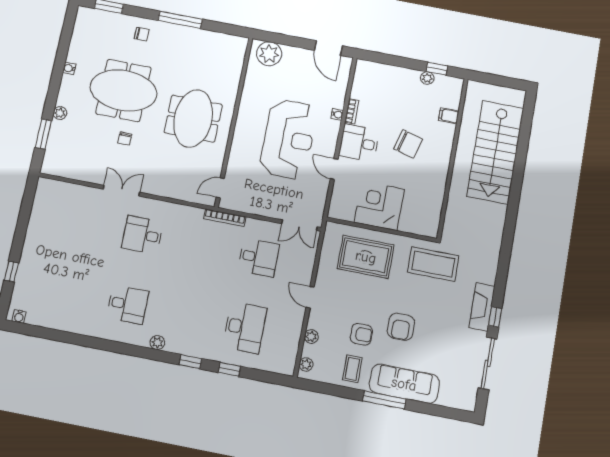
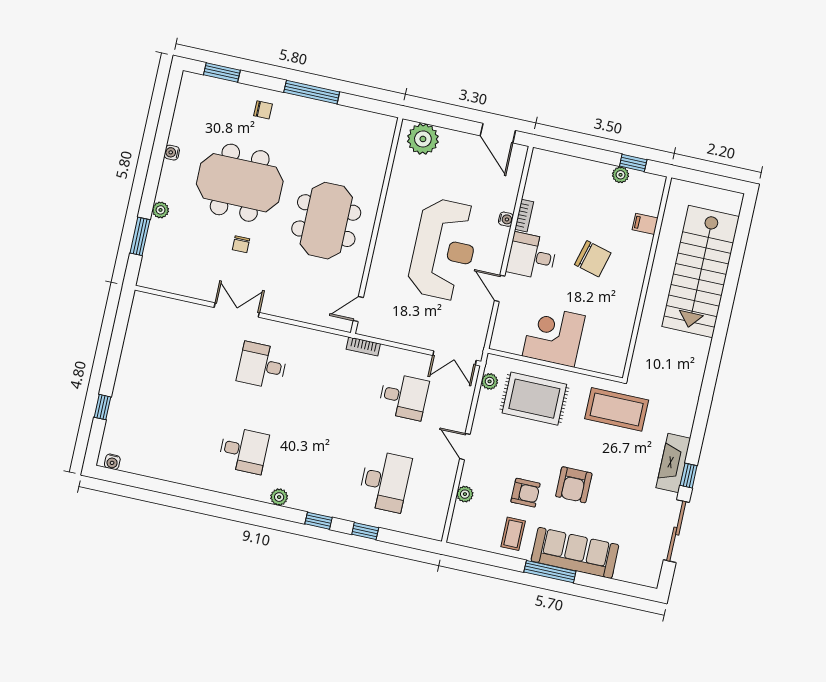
bookcase: (225, 218) -> (363, 346), width x0.64
plant: (306, 364) -> (490, 381), moved

